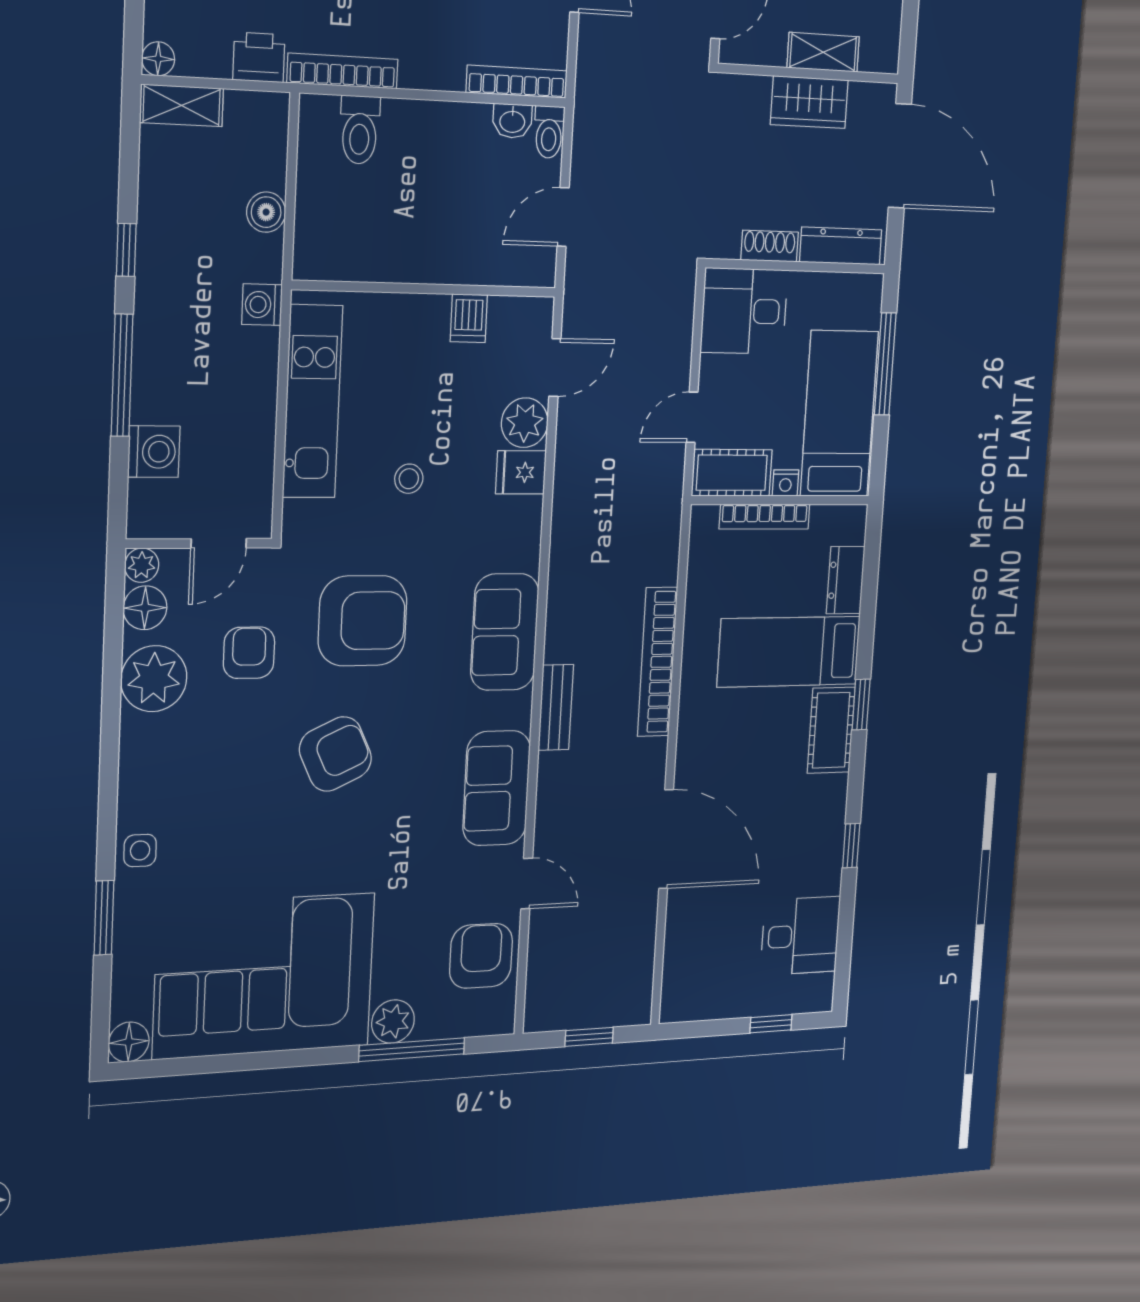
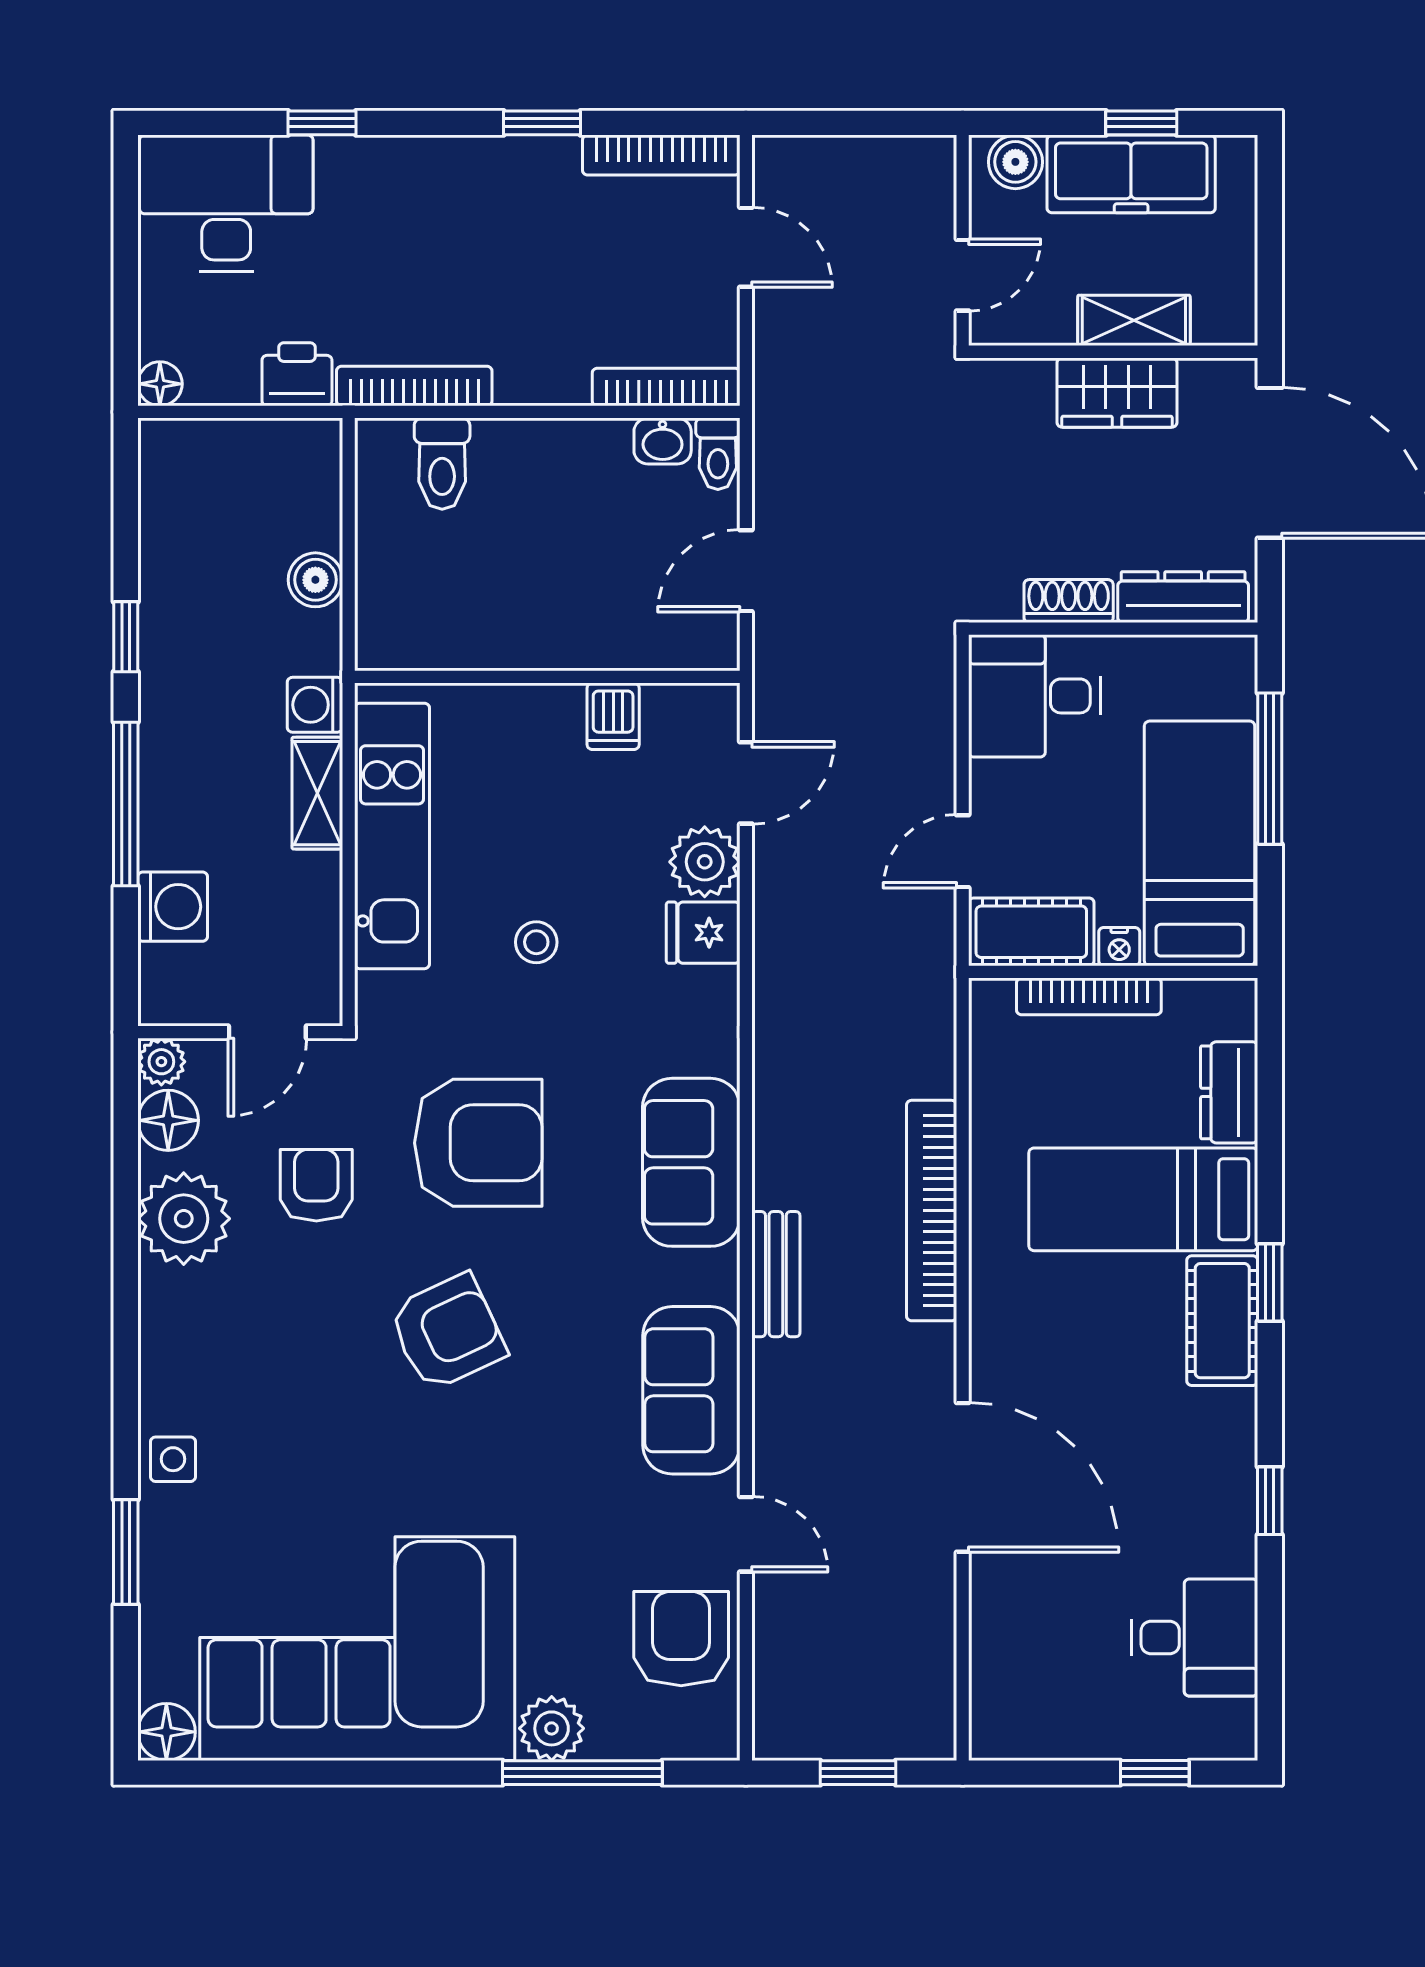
shelving: (182, 105) -> (317, 793), moved, turned 90

